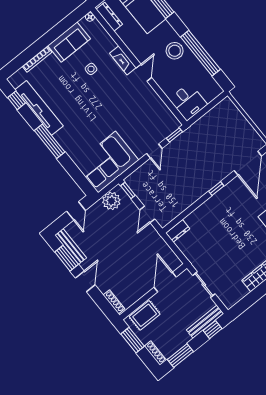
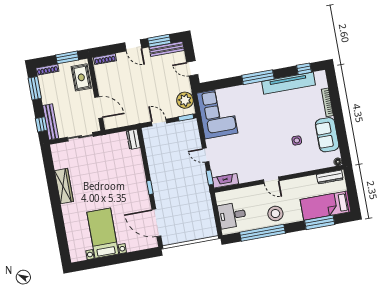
fireplace: (123, 60) -> (225, 181), moved
desk: (188, 102) -> (232, 215), moved

